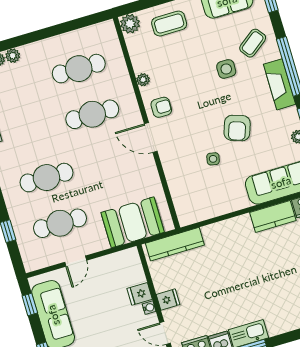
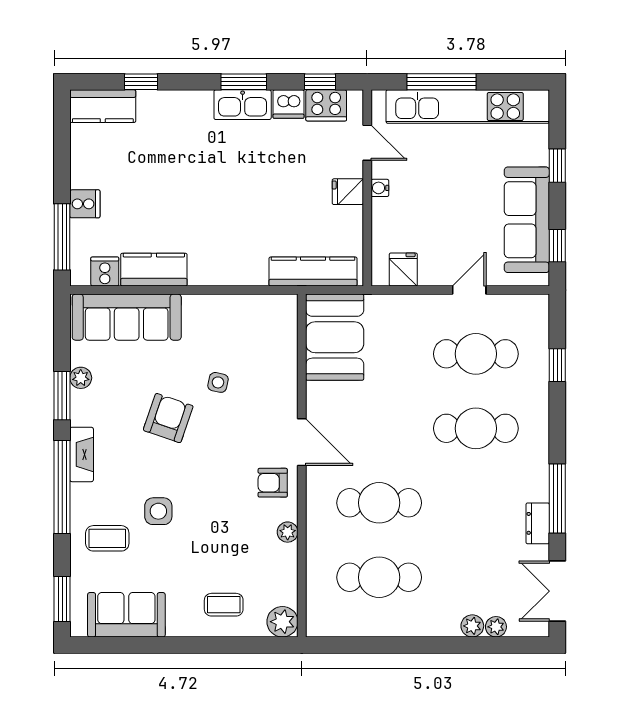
coffee table: (169, 24) -> (224, 605), width x0.73, depth x0.77
coffee table: (253, 43) -> (107, 538), turned 37
fireplace: (280, 84) -> (82, 454), width x0.73, depth x0.76
booth: (133, 222) -> (335, 337), moved, turned 90
fridge: (140, 294) -> (403, 269), moved, turned -90

